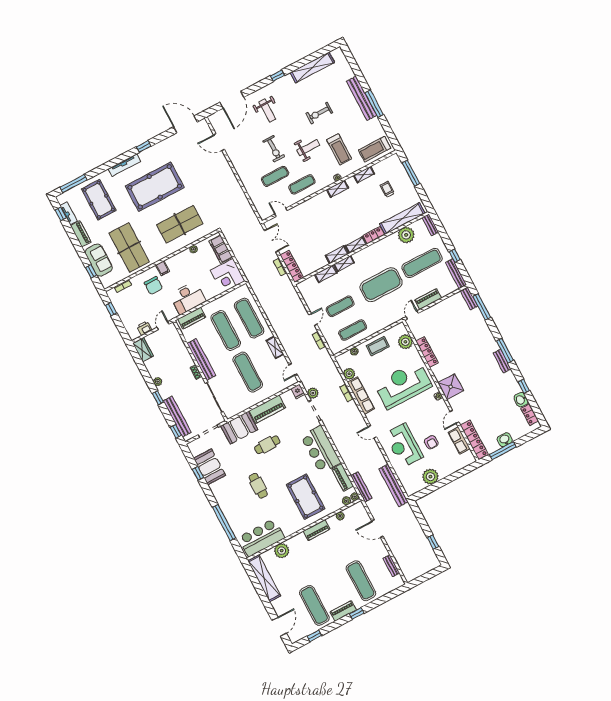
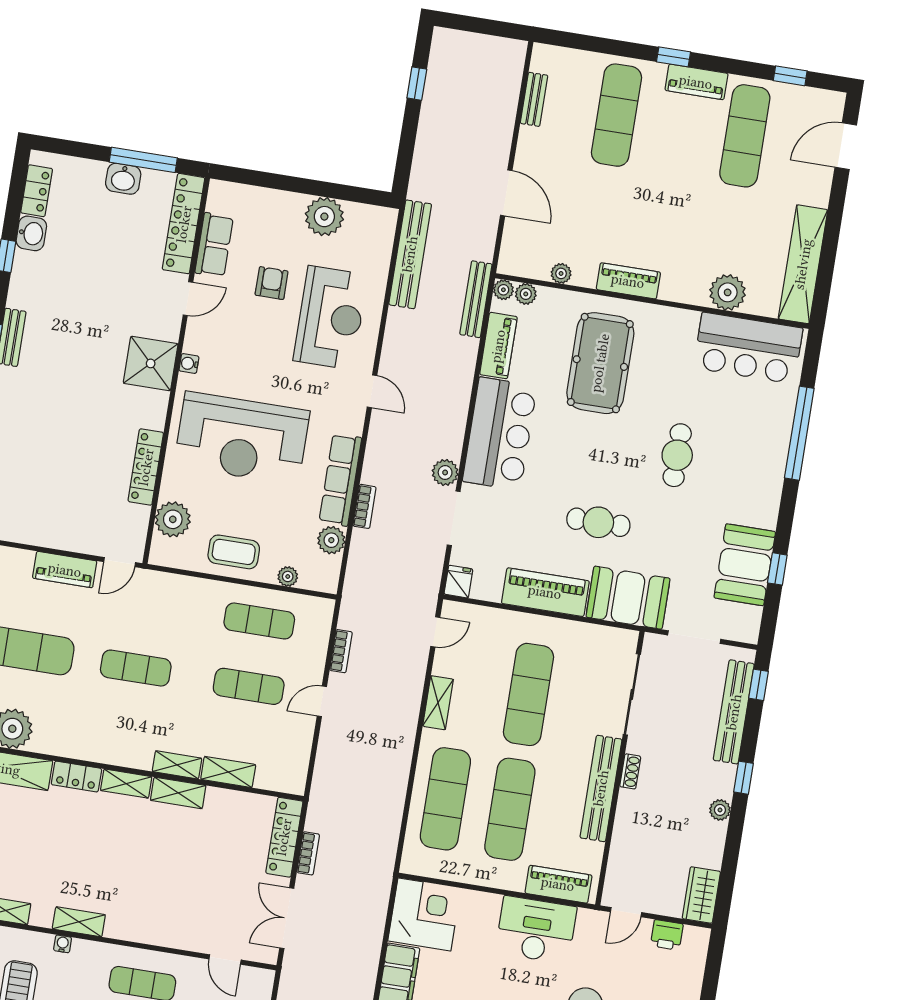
exercise mat: (381, 285) -> (136, 668), width x0.50, depth x0.69
plant: (313, 393) -> (445, 472), moved

